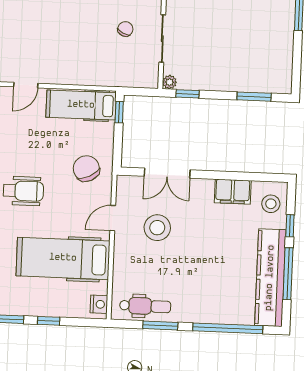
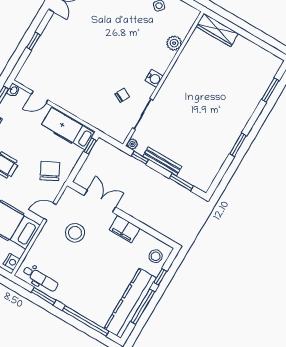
bench: (217, 84) -> (162, 161), added
double door: (167, 173) -> (100, 201), swing flipped
filing cabinet: (233, 192) -> (125, 229), moved

